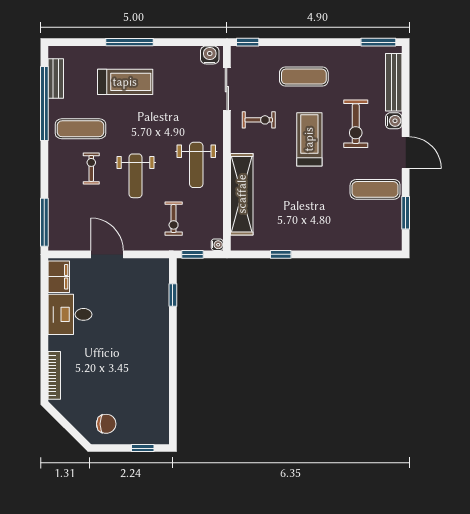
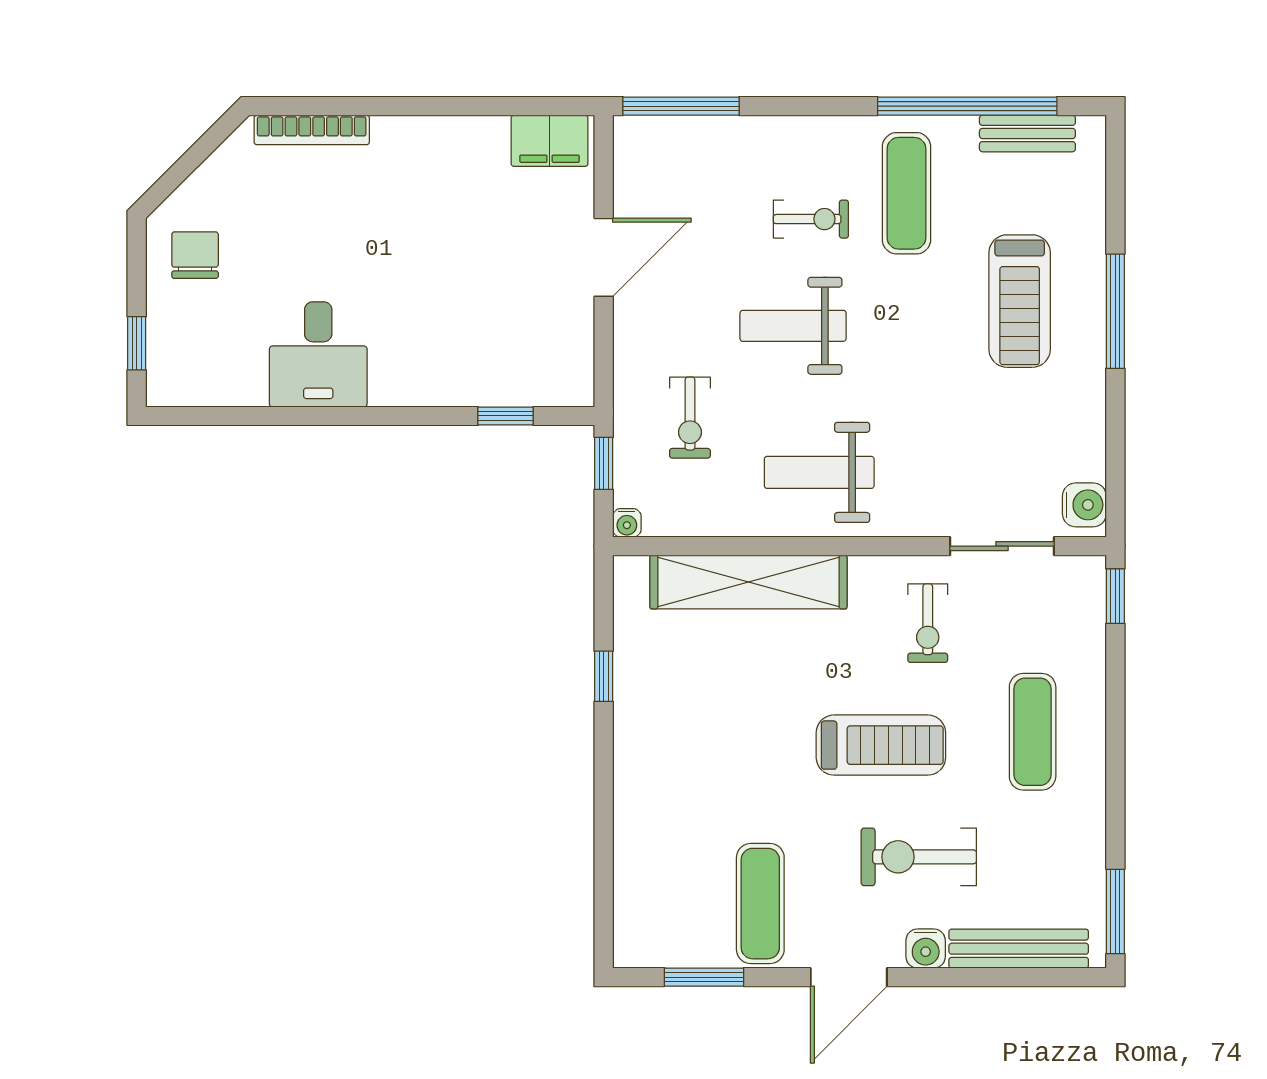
exercise bike: (174, 219) -> (690, 418), turned -90
desk: (70, 314) -> (318, 354), moved, turned 180
chair: (106, 424) -> (195, 255), turned 180

